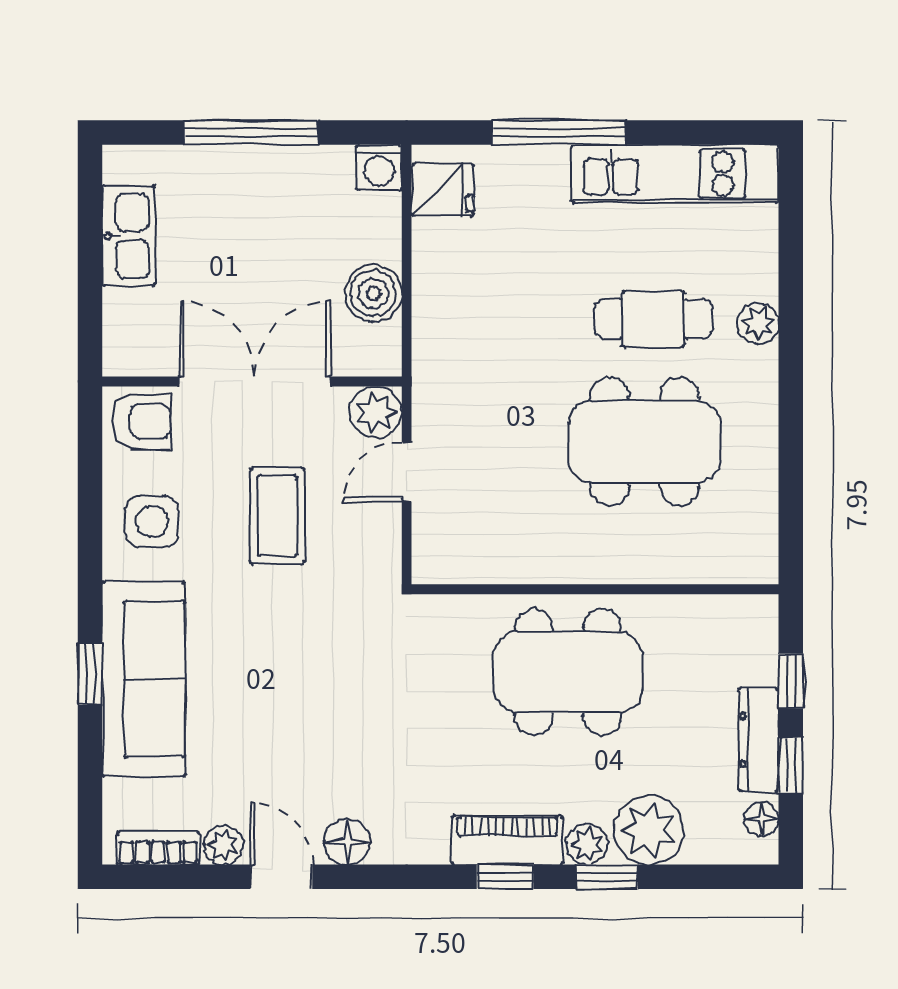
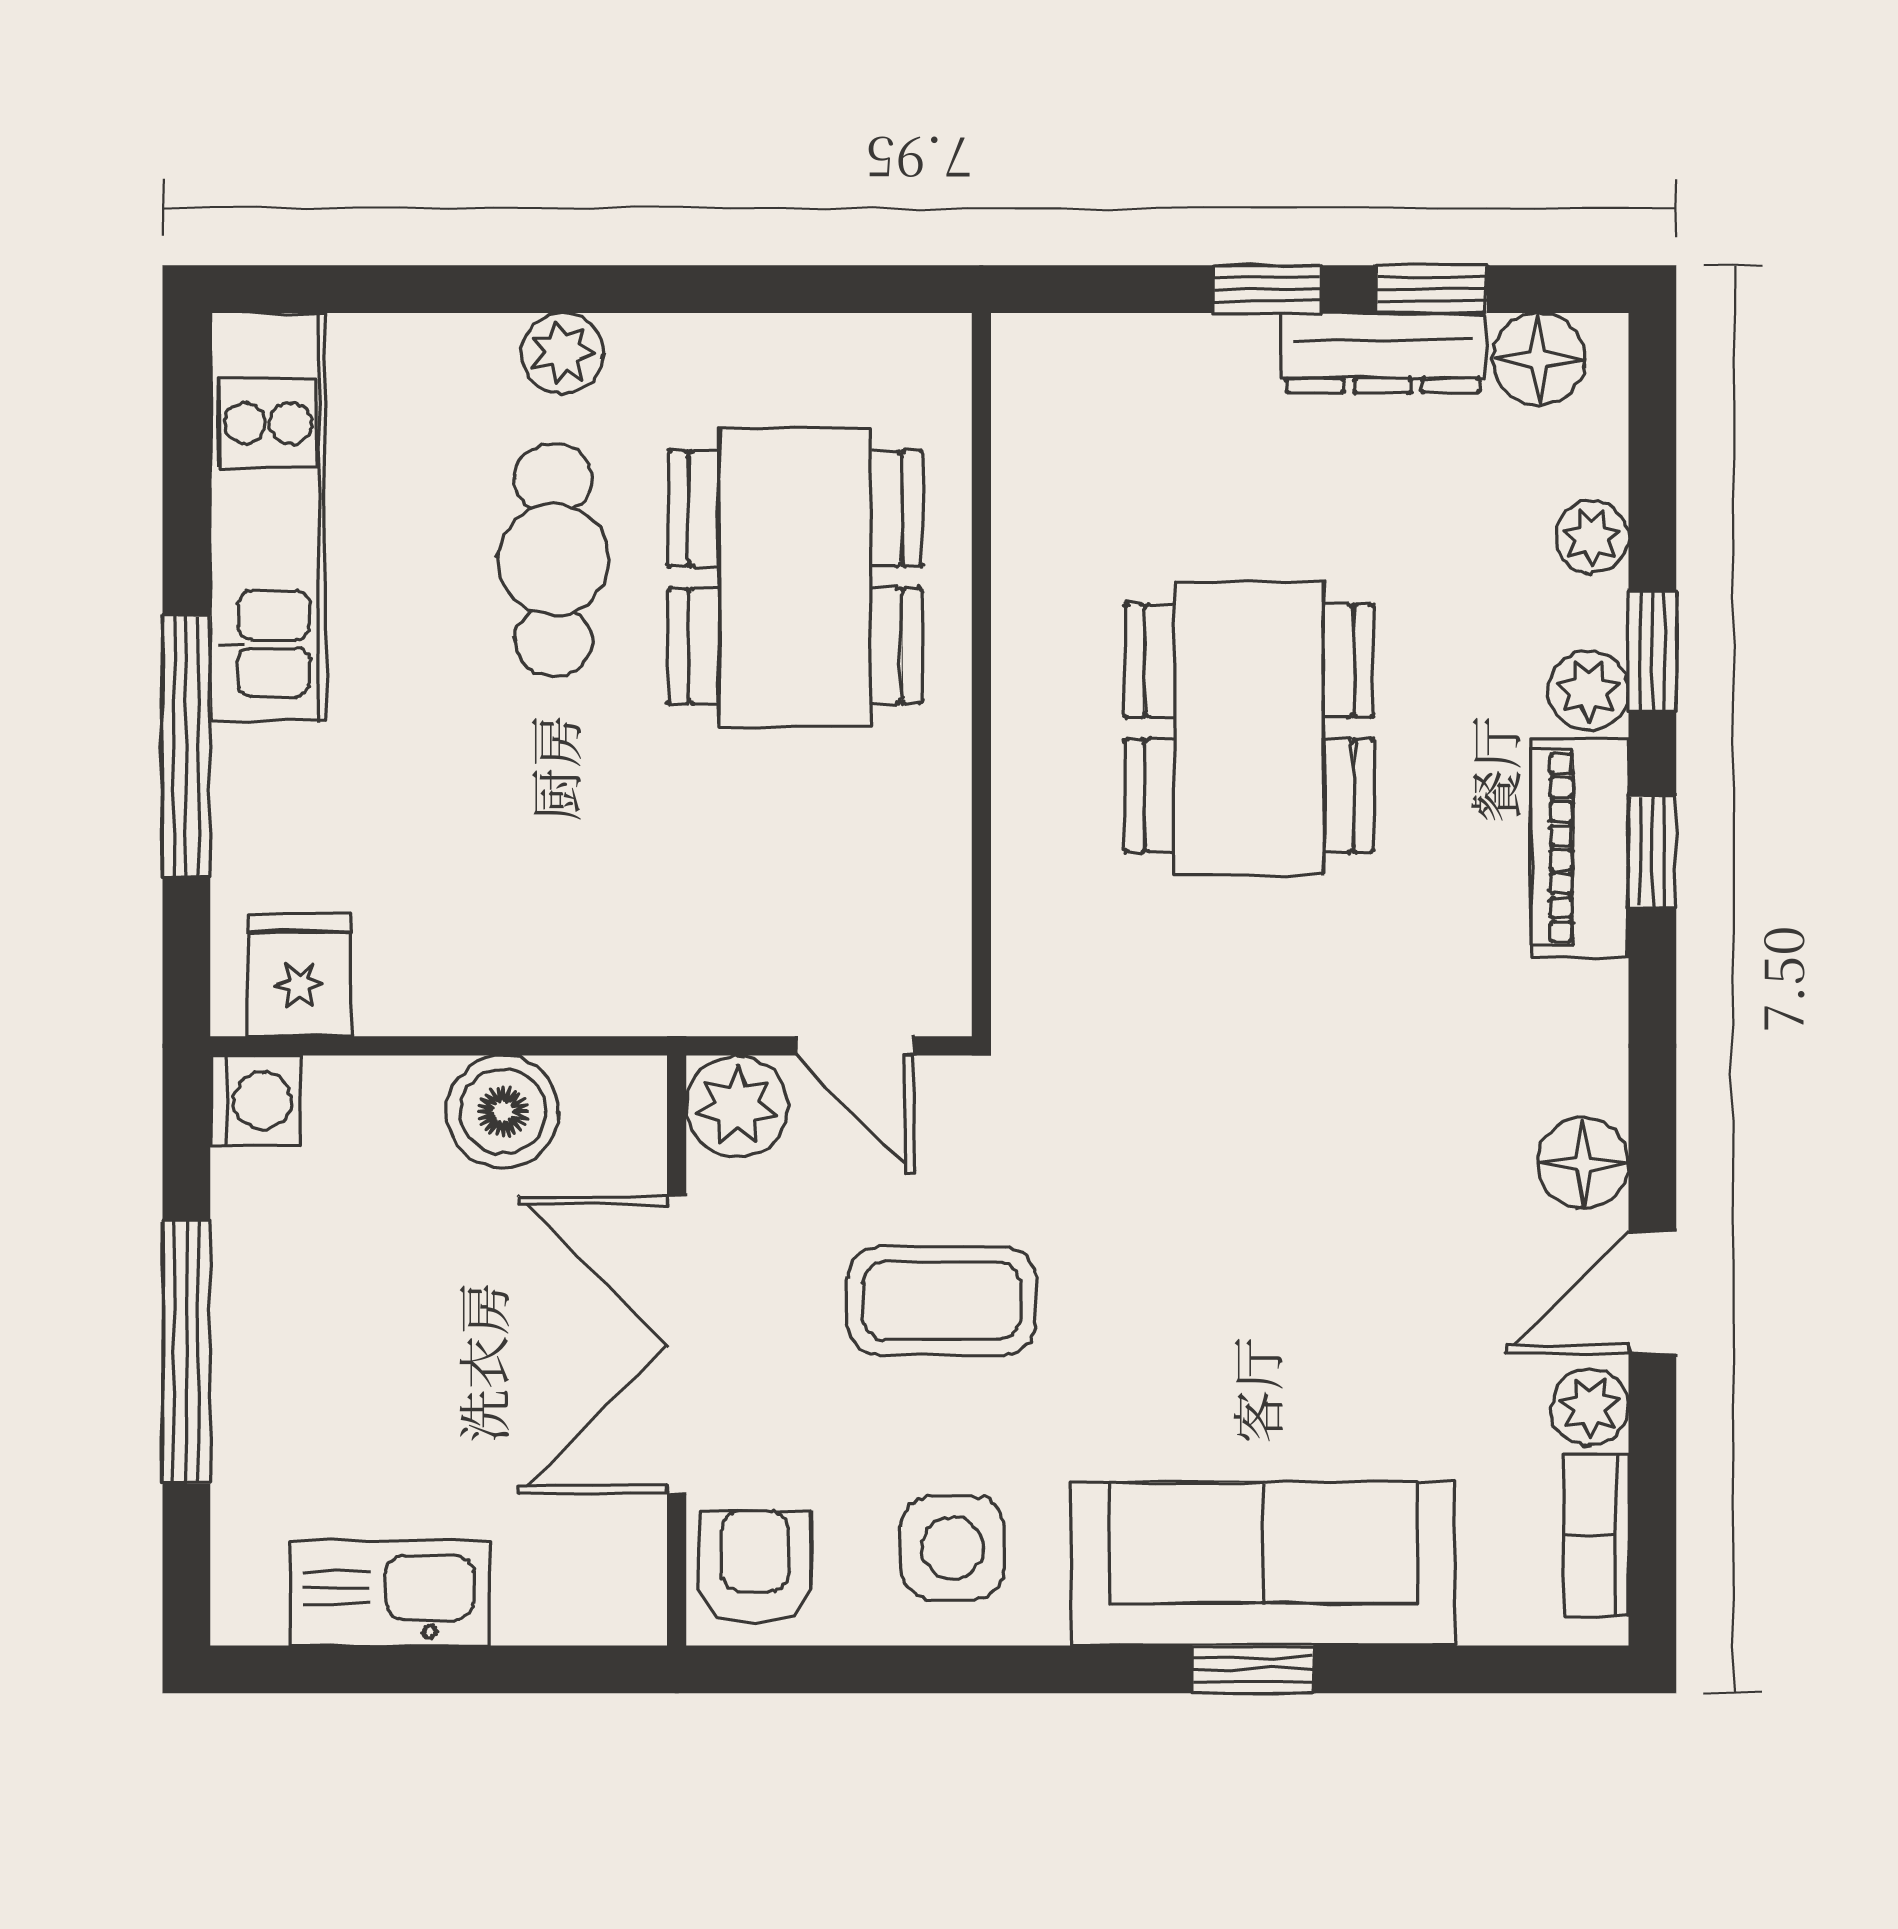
wall: (595, 589) -> (981, 675), moved
floor lamp: (762, 819) -> (1539, 359), width x1.37, depth x1.37
plant: (649, 830) -> (1592, 537), width x0.53, depth x0.53

